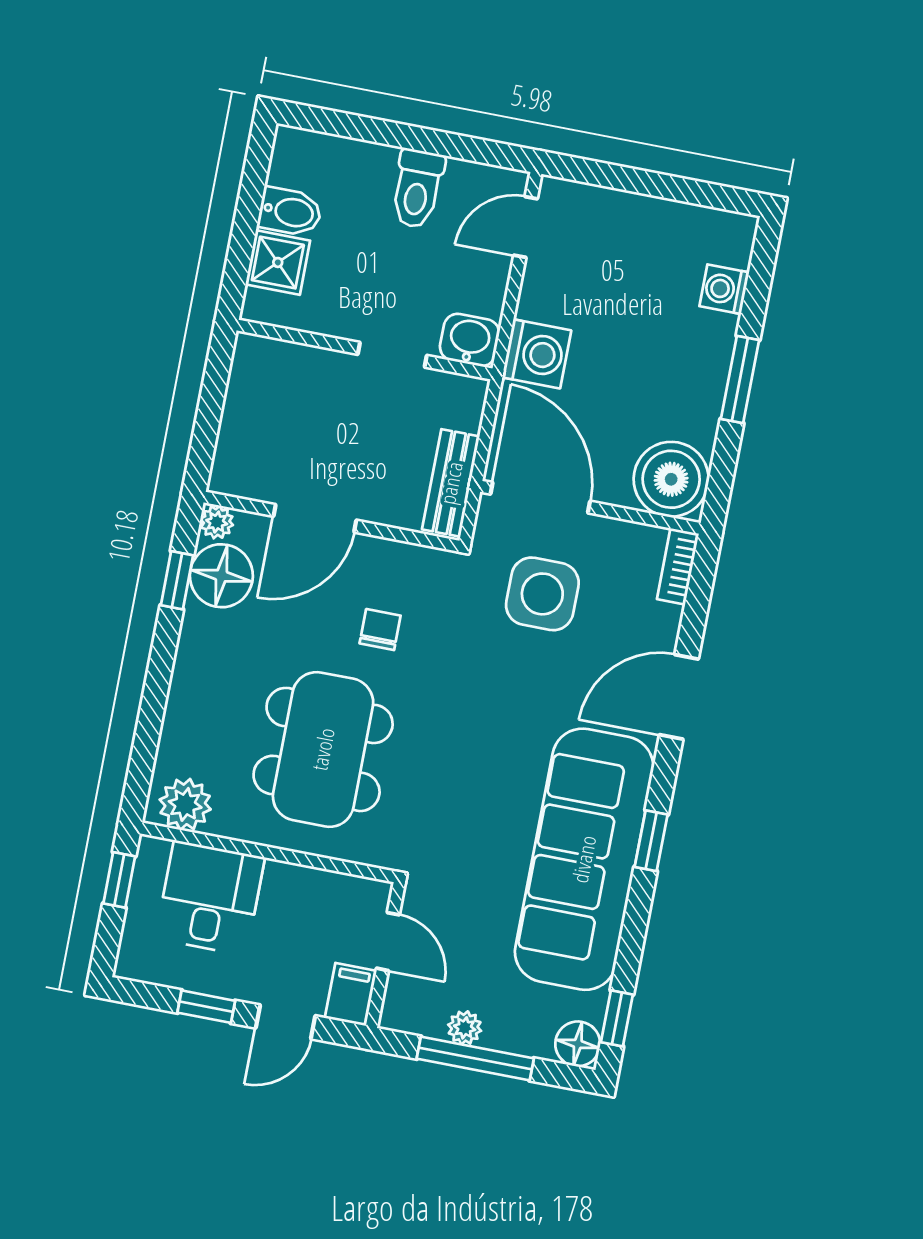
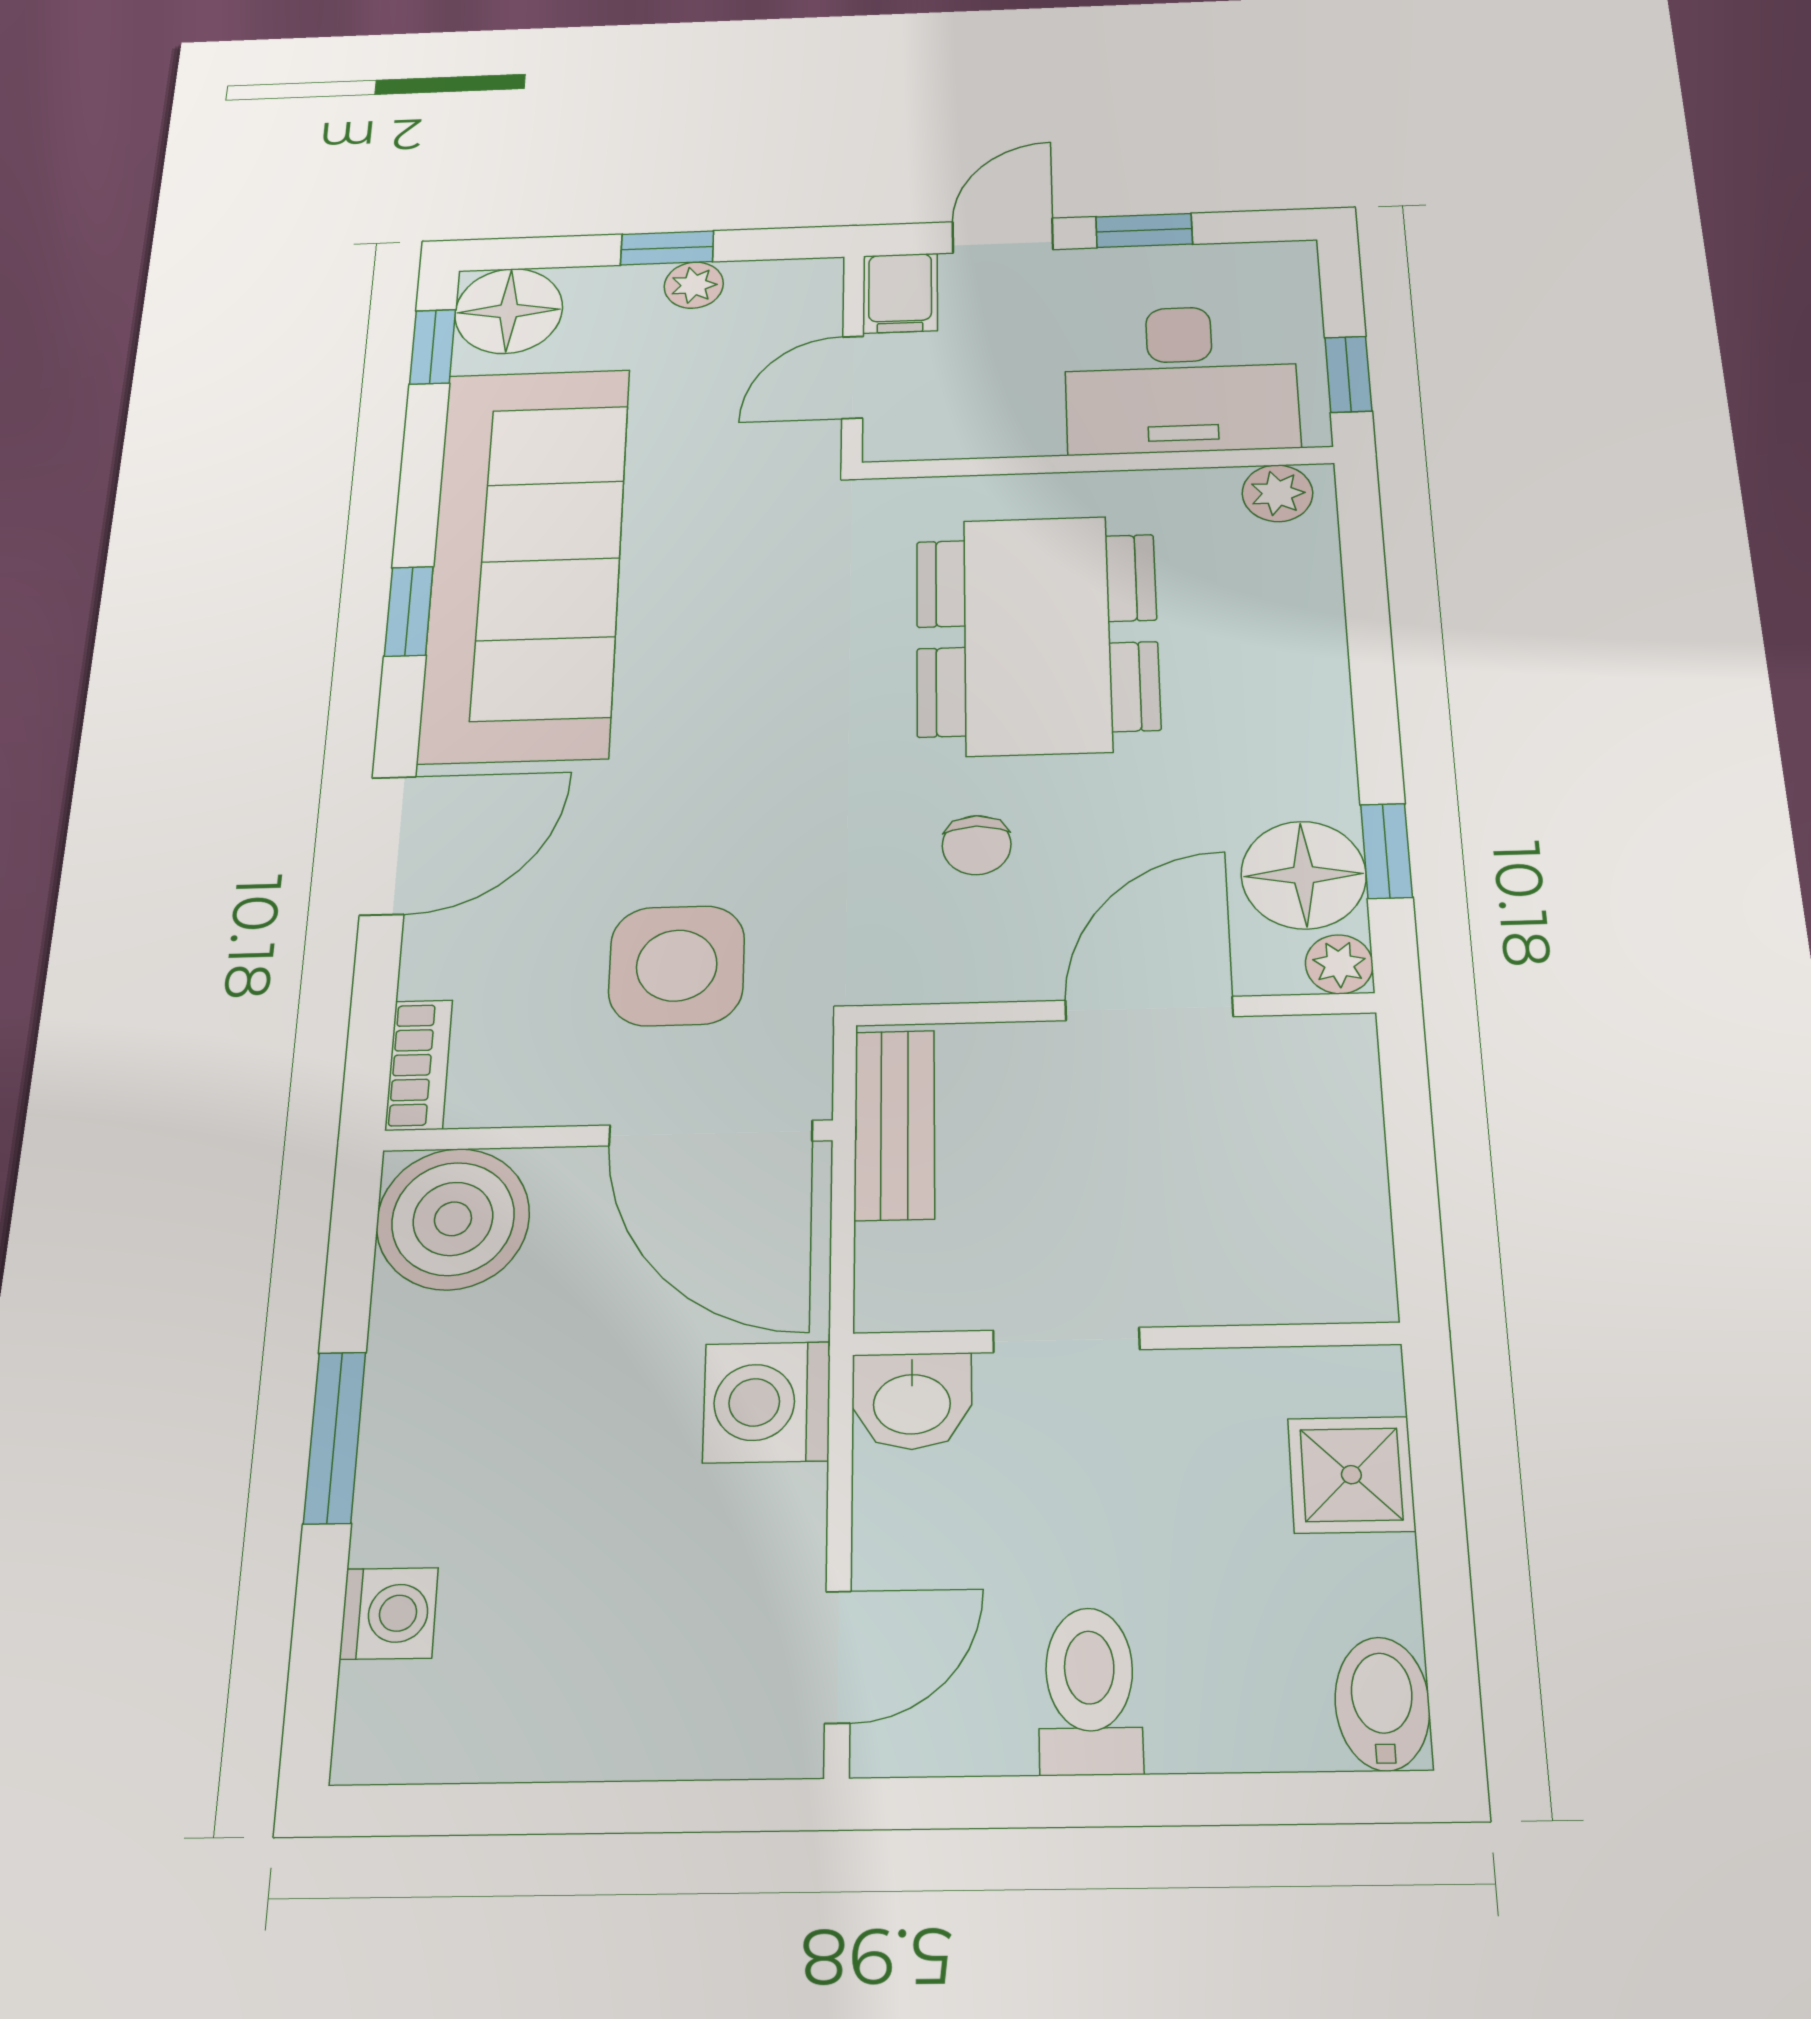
bidet: (290, 212) -> (1382, 1704), moved, turned 90
plant: (185, 804) -> (1277, 493), width x0.73, depth x0.73
desk: (210, 898) -> (1181, 379), width x1.37
door: (388, 942) -> (853, 377), hinge flipped
floor lamp: (578, 1044) -> (509, 311), width x1.38, depth x1.38
window: (475, 1058) -> (667, 248), width x0.46

